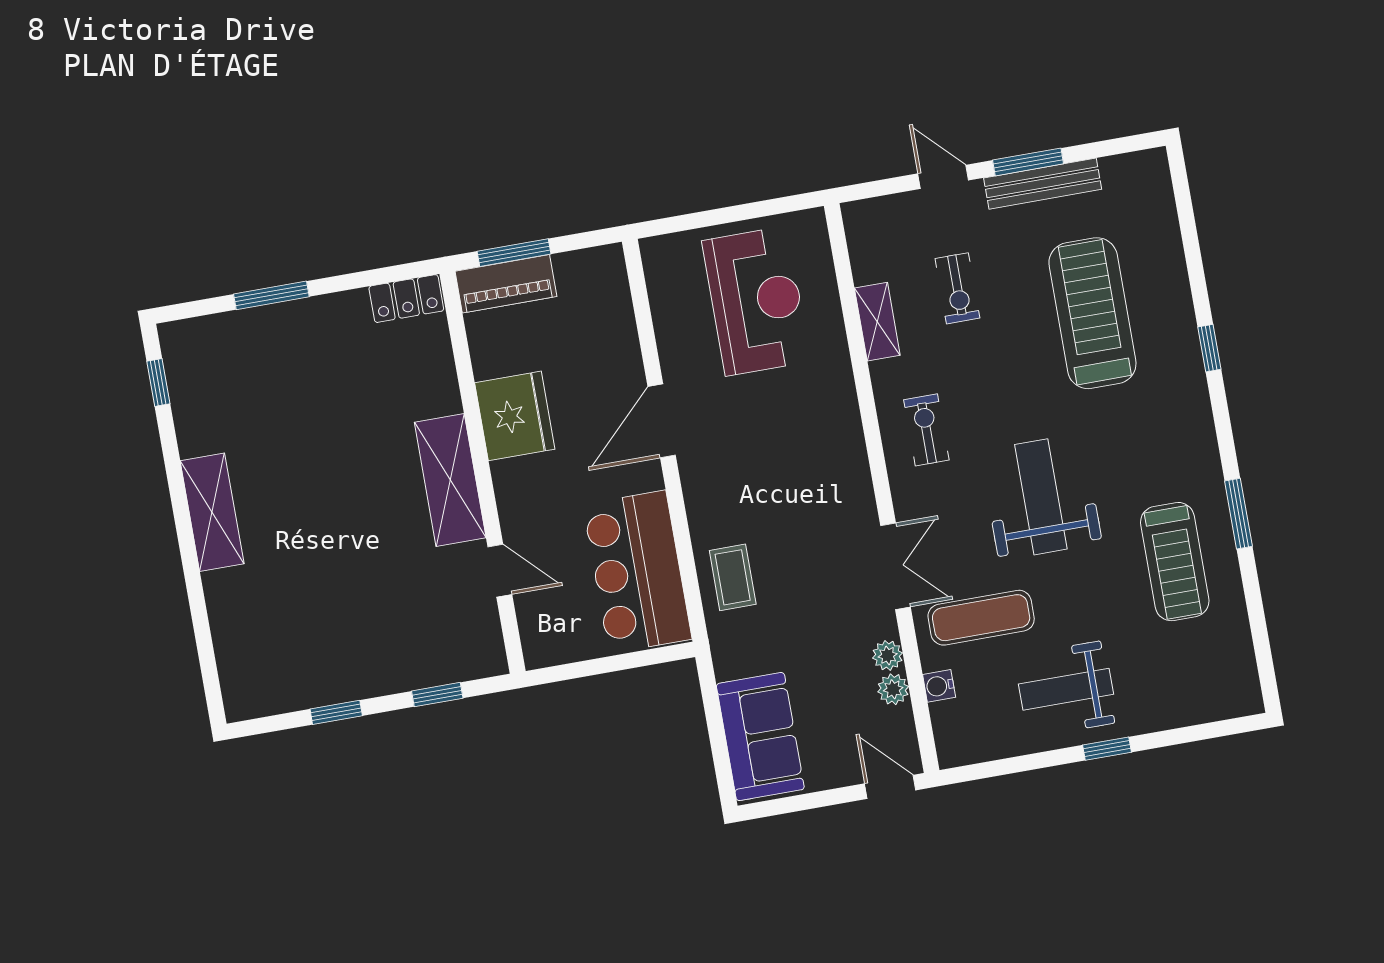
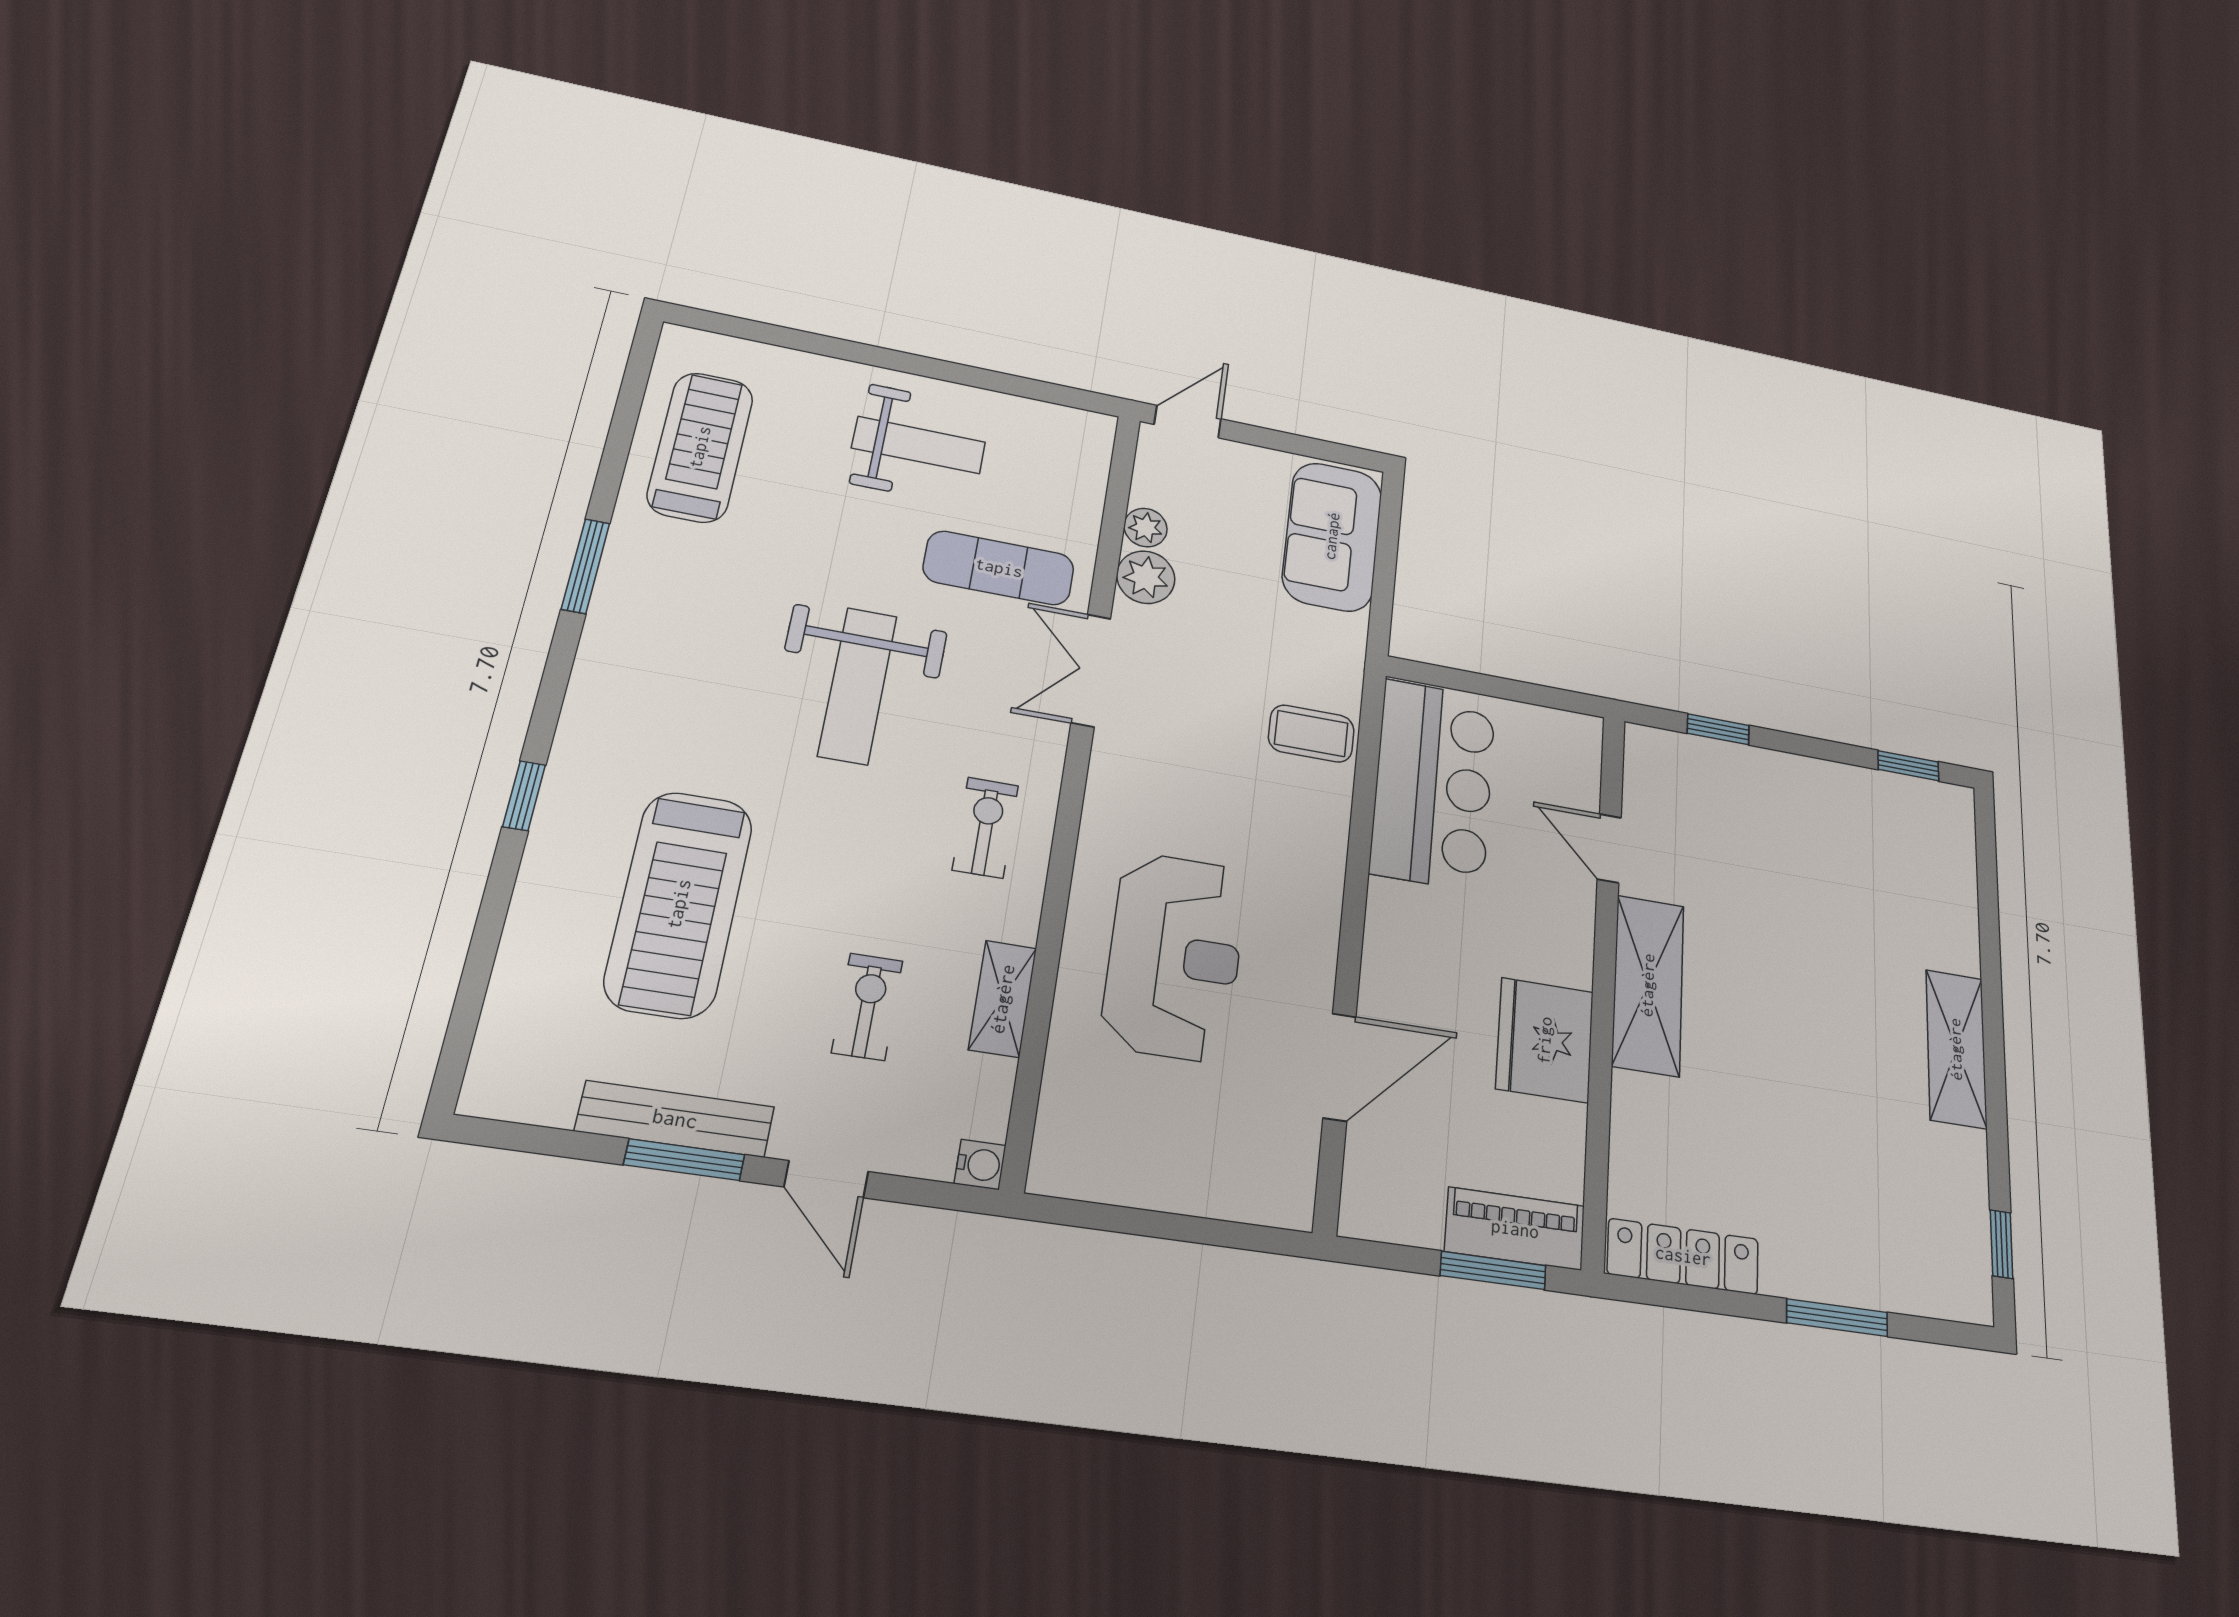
locker: (406, 299) -> (1683, 1256), width x1.53
reception desk: (756, 301) -> (1175, 956), moved, turned 180
door: (662, 421) -> (1340, 1067), moved
exercise bike: (926, 430) -> (985, 828), turned 180
treadmill: (1175, 562) -> (700, 447), moved
coffee table: (733, 577) -> (1311, 734), turned 90
plant: (888, 655) -> (1146, 577), width x1.38, depth x1.38
water cooler: (939, 686) -> (980, 1165), moved
window: (336, 712) -> (1908, 766), moved
window: (1107, 749) -> (893, 360), removed
door: (890, 787) -> (1188, 422), swing flipped

